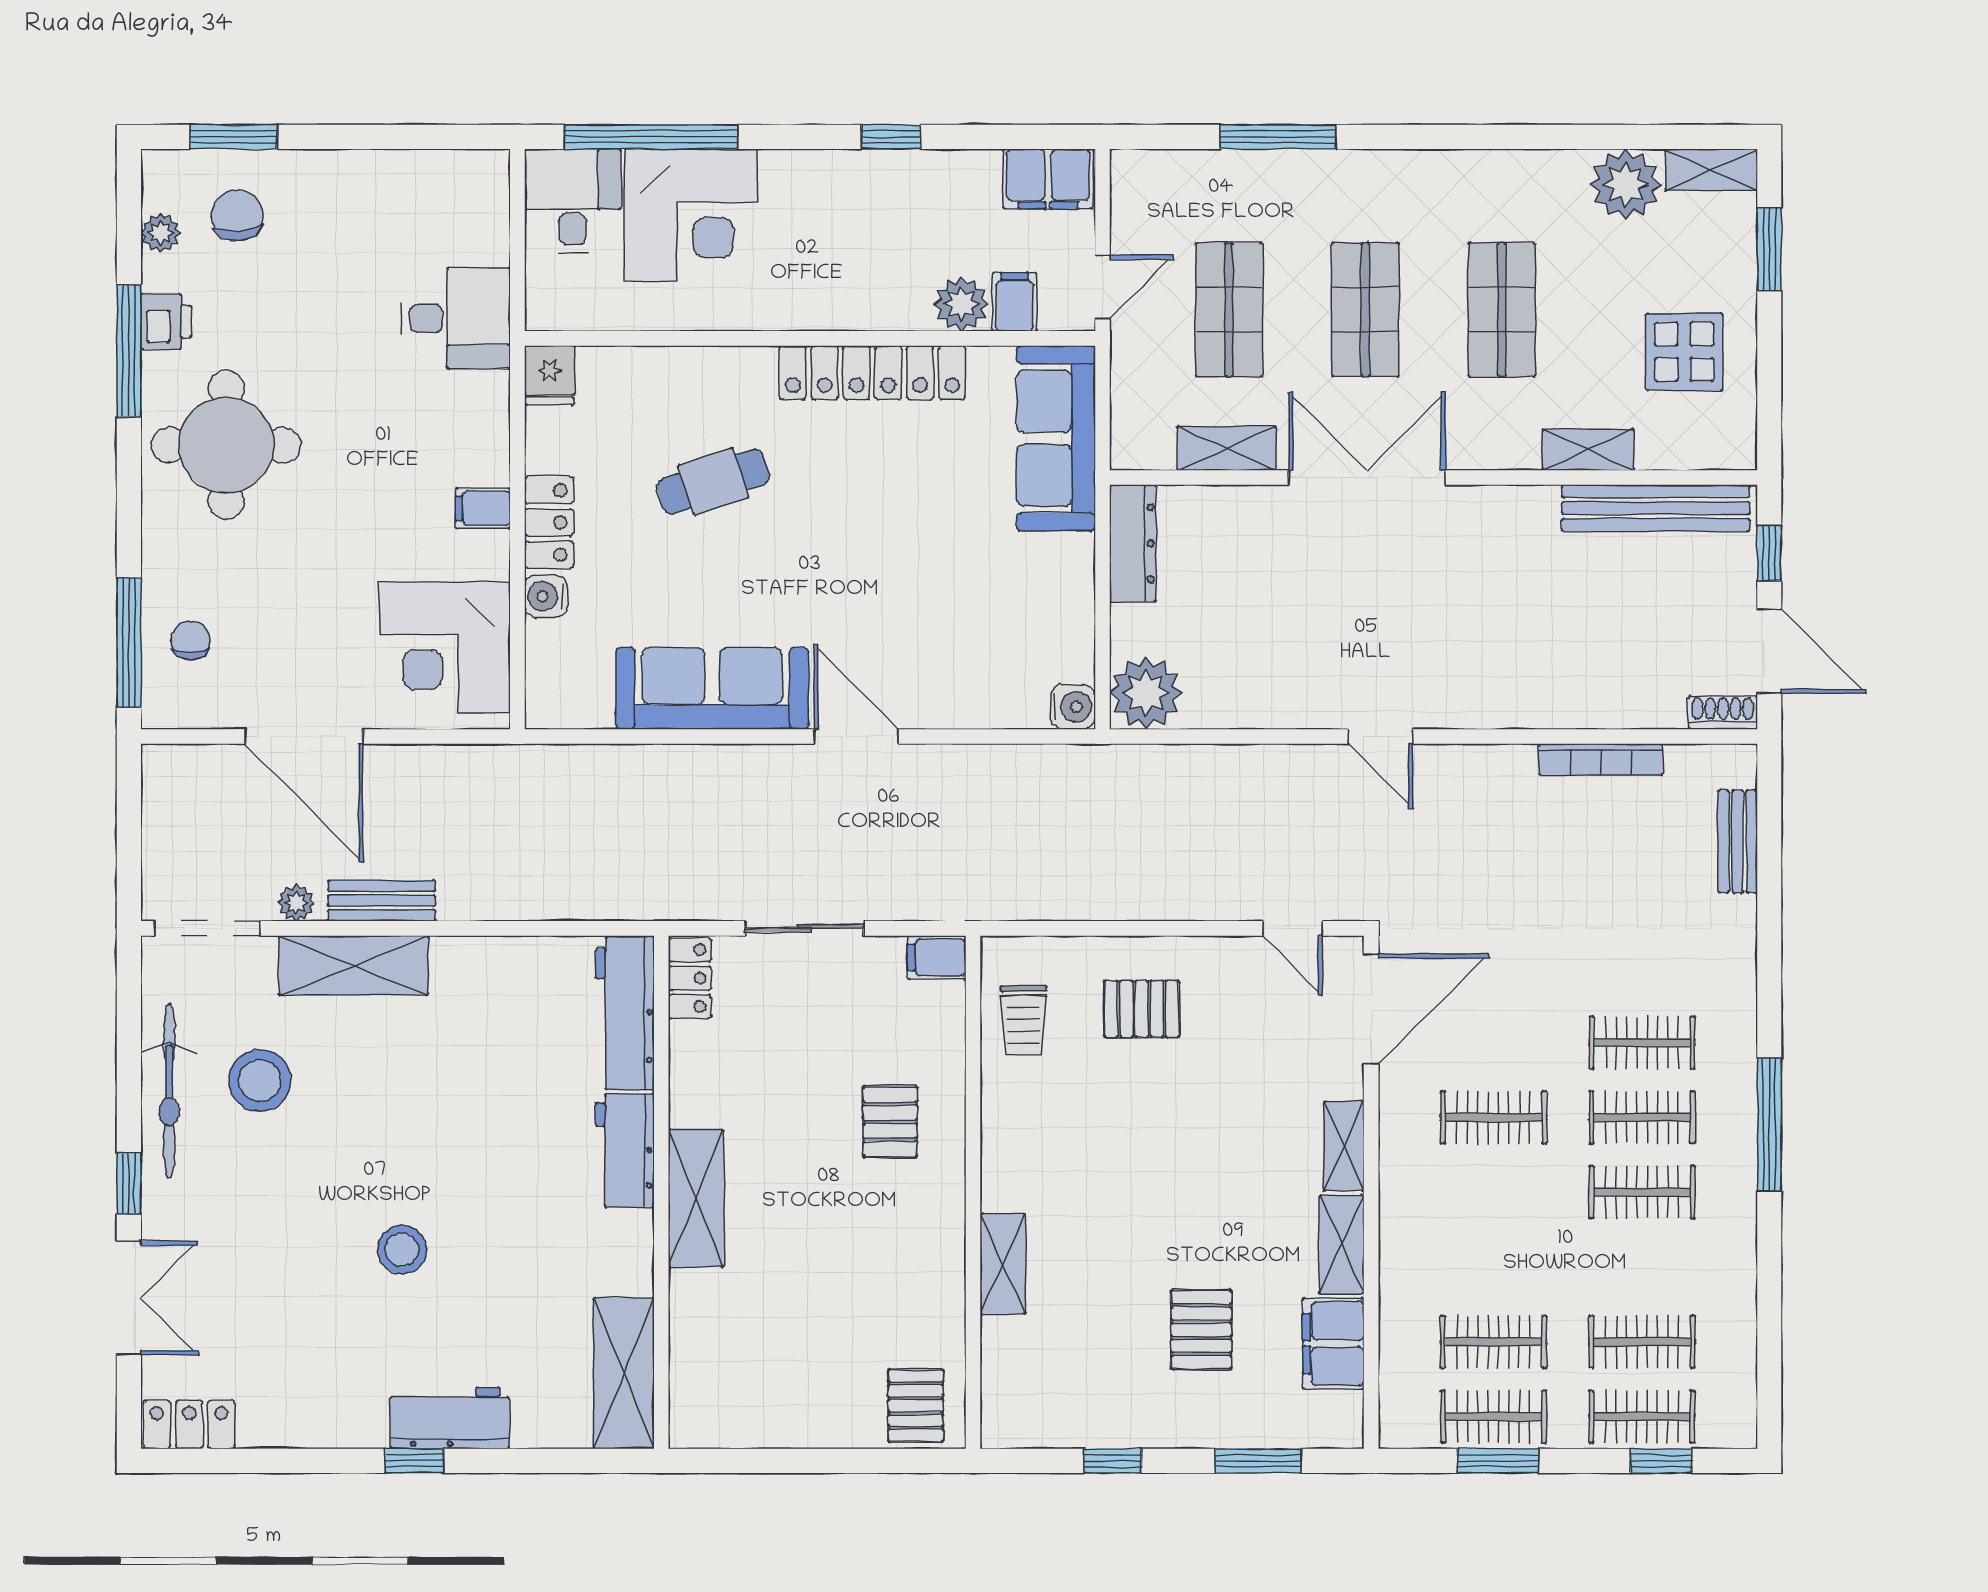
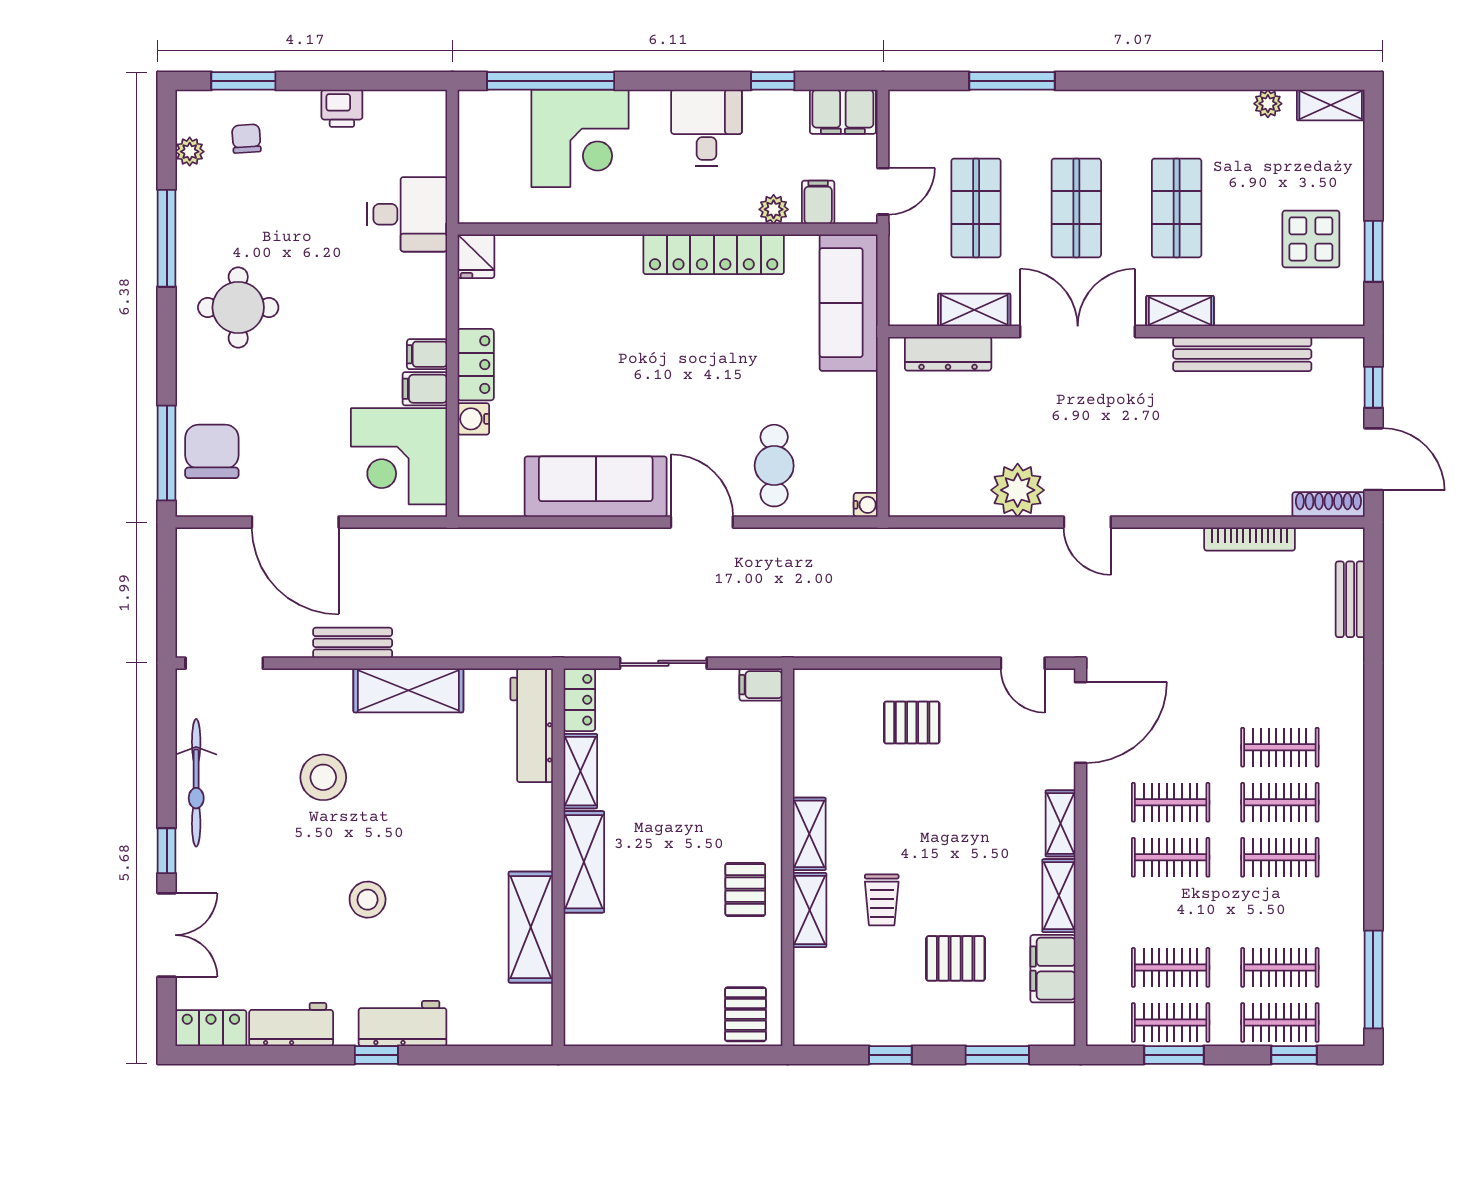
window: (891, 137) -> (773, 81), moved
plant: (1626, 184) -> (1268, 104), width x0.53, depth x0.53
desk: (573, 201) -> (707, 128), moved
chair: (237, 215) -> (246, 139), width x0.73, depth x0.73
window: (1769, 249) -> (1373, 251), moved
plant: (961, 304) -> (774, 209), width x0.73, depth x0.73
printer: (166, 321) -> (342, 108), moved, turned 90
round table: (226, 445) -> (238, 307), width x0.73, depth x0.73
shelving: (1588, 450) -> (1180, 311), moved
cafe table: (713, 481) -> (774, 466), moved, turned -72
bench: (1656, 508) -> (1242, 354), moved
dresser: (1133, 543) -> (948, 354), moved, turned 90
filing cabinet: (480, 555) -> (425, 389), added
chair: (190, 641) -> (212, 451), width x1.87, depth x1.87
plant: (1146, 693) -> (1018, 490), moved
water cooler: (1073, 707) -> (866, 505), width x0.72, depth x0.72
shoe rack: (1723, 713) -> (1328, 504), width x1.43
plant: (296, 903) -> (290, 645), removed
shelving: (354, 965) -> (408, 690), moved
trolley: (1023, 1020) -> (882, 900), moved
shelving: (691, 1075) -> (580, 771), added
stool: (260, 1081) -> (323, 777), moved
pallet: (890, 1122) -> (745, 890), moved
window: (1769, 1124) -> (1373, 979), moved
workbench: (625, 1151) -> (291, 1024), moved, turned 90
shelving: (1002, 1160) -> (809, 834), added
clothes rail: (1494, 1192) -> (1171, 857), added
pallet: (1201, 1330) -> (956, 958), turned 90
shelving: (624, 1373) -> (531, 927), moved

